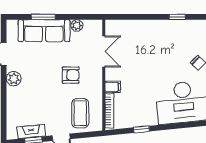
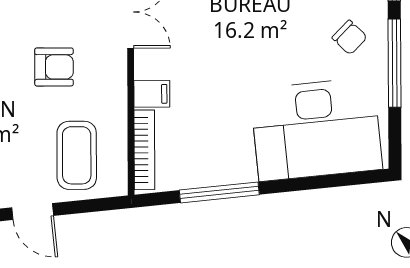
window: (142, 129) -> (219, 192), width x2.17

